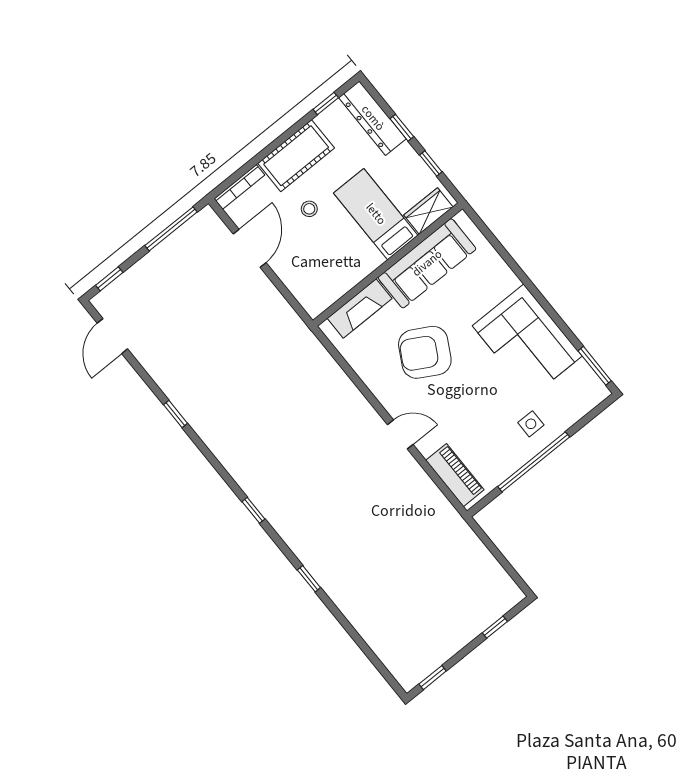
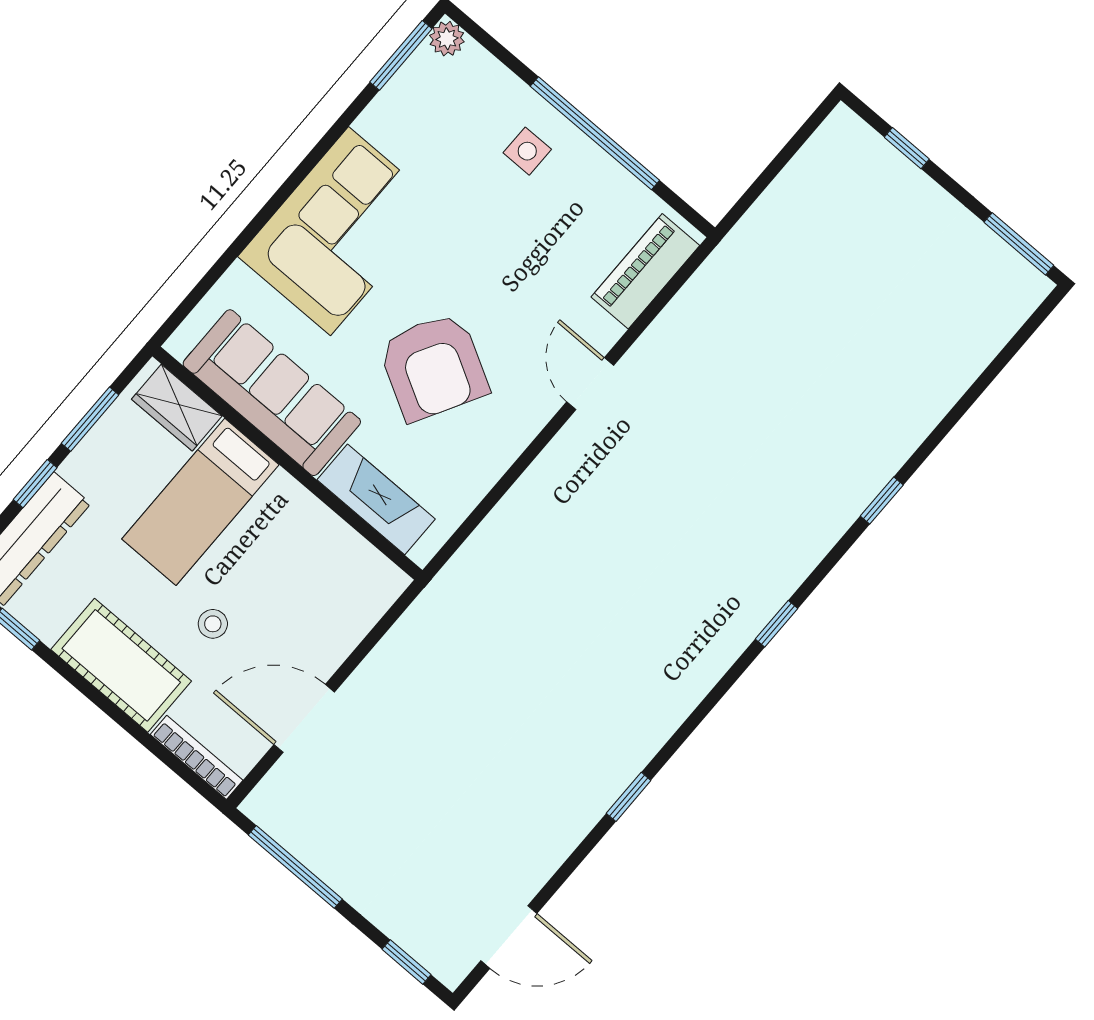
window: (431, 163) -> (90, 419), width x1.50
corner sofa: (527, 341) -> (339, 231), moved
plant: (599, 392) -> (447, 39), added
window: (433, 678) -> (1019, 244), width x1.50

